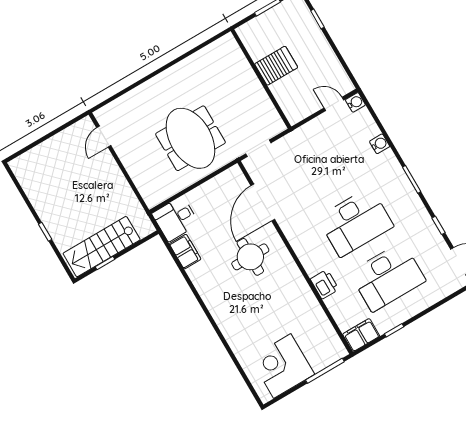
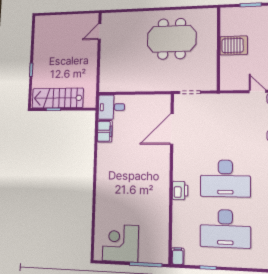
meeting table: (190, 138) -> (172, 39), moved, turned 90
round table: (250, 257) -> (143, 159), removed
printer: (325, 284) -> (180, 190), moved
filing cabinet: (361, 335) -> (178, 256), width x0.50

